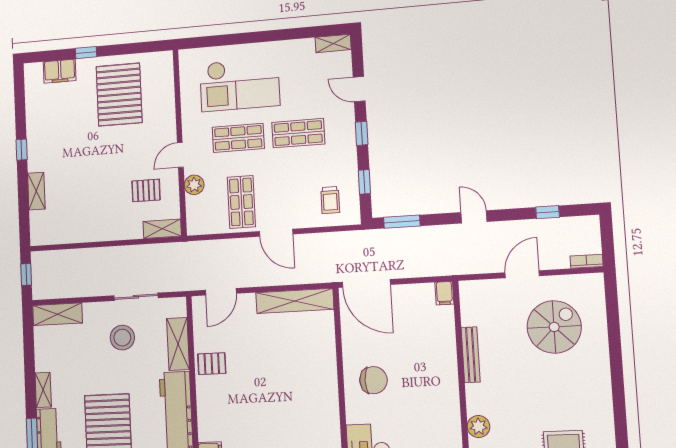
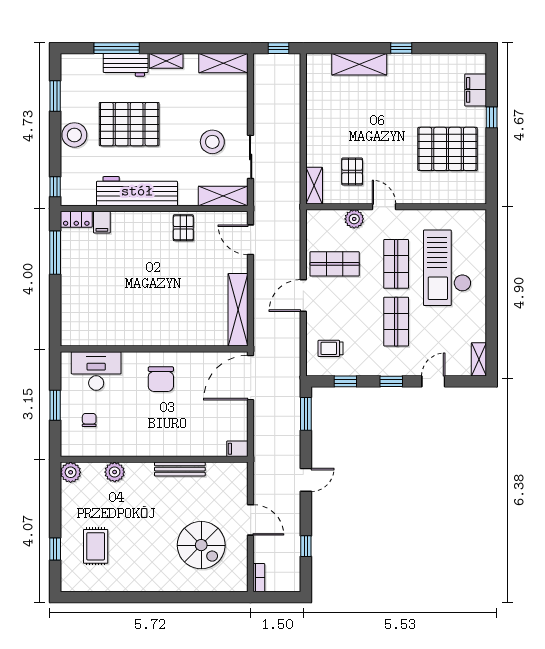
shelving: (36, 191) -> (359, 64), width x1.50, depth x1.33
shelving: (58, 314) -> (223, 63), moved, turned 90
shelving: (178, 344) -> (223, 196), moved

